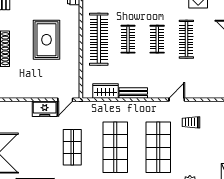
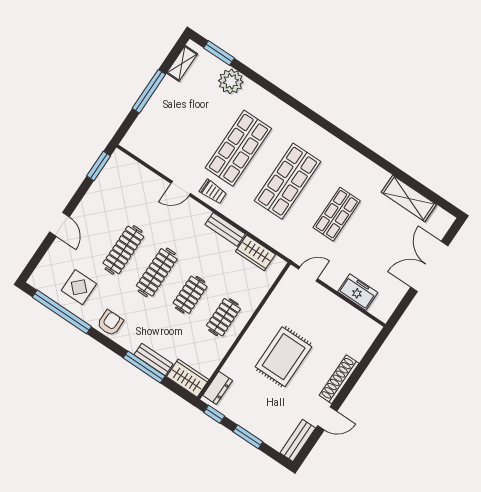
clothes rail: (99, 39) -> (223, 317), width x0.54, depth x0.76
clothes rail: (157, 39) -> (157, 272), width x1.36
freezer: (45, 109) -> (358, 292), moved
trolley: (191, 122) -> (213, 192), moved

